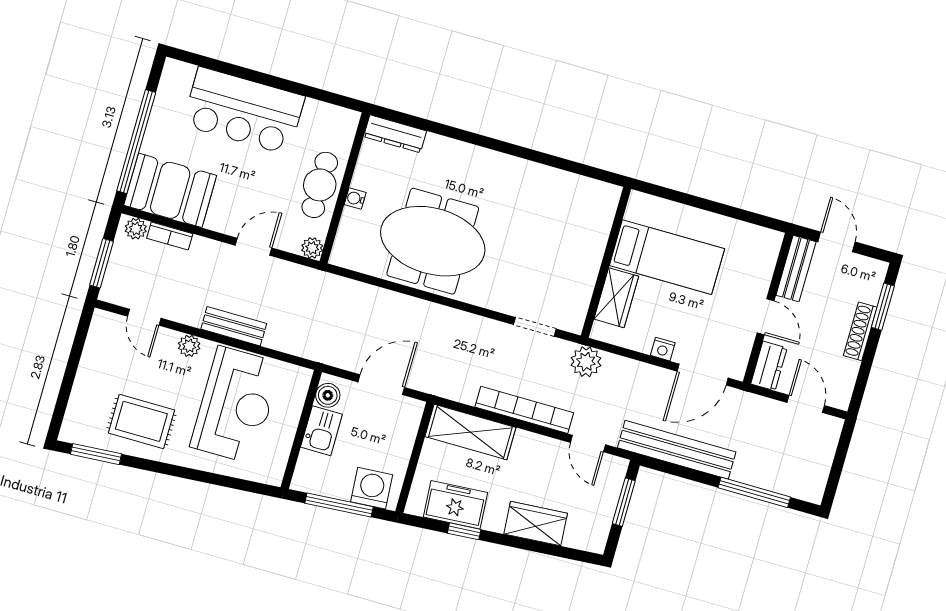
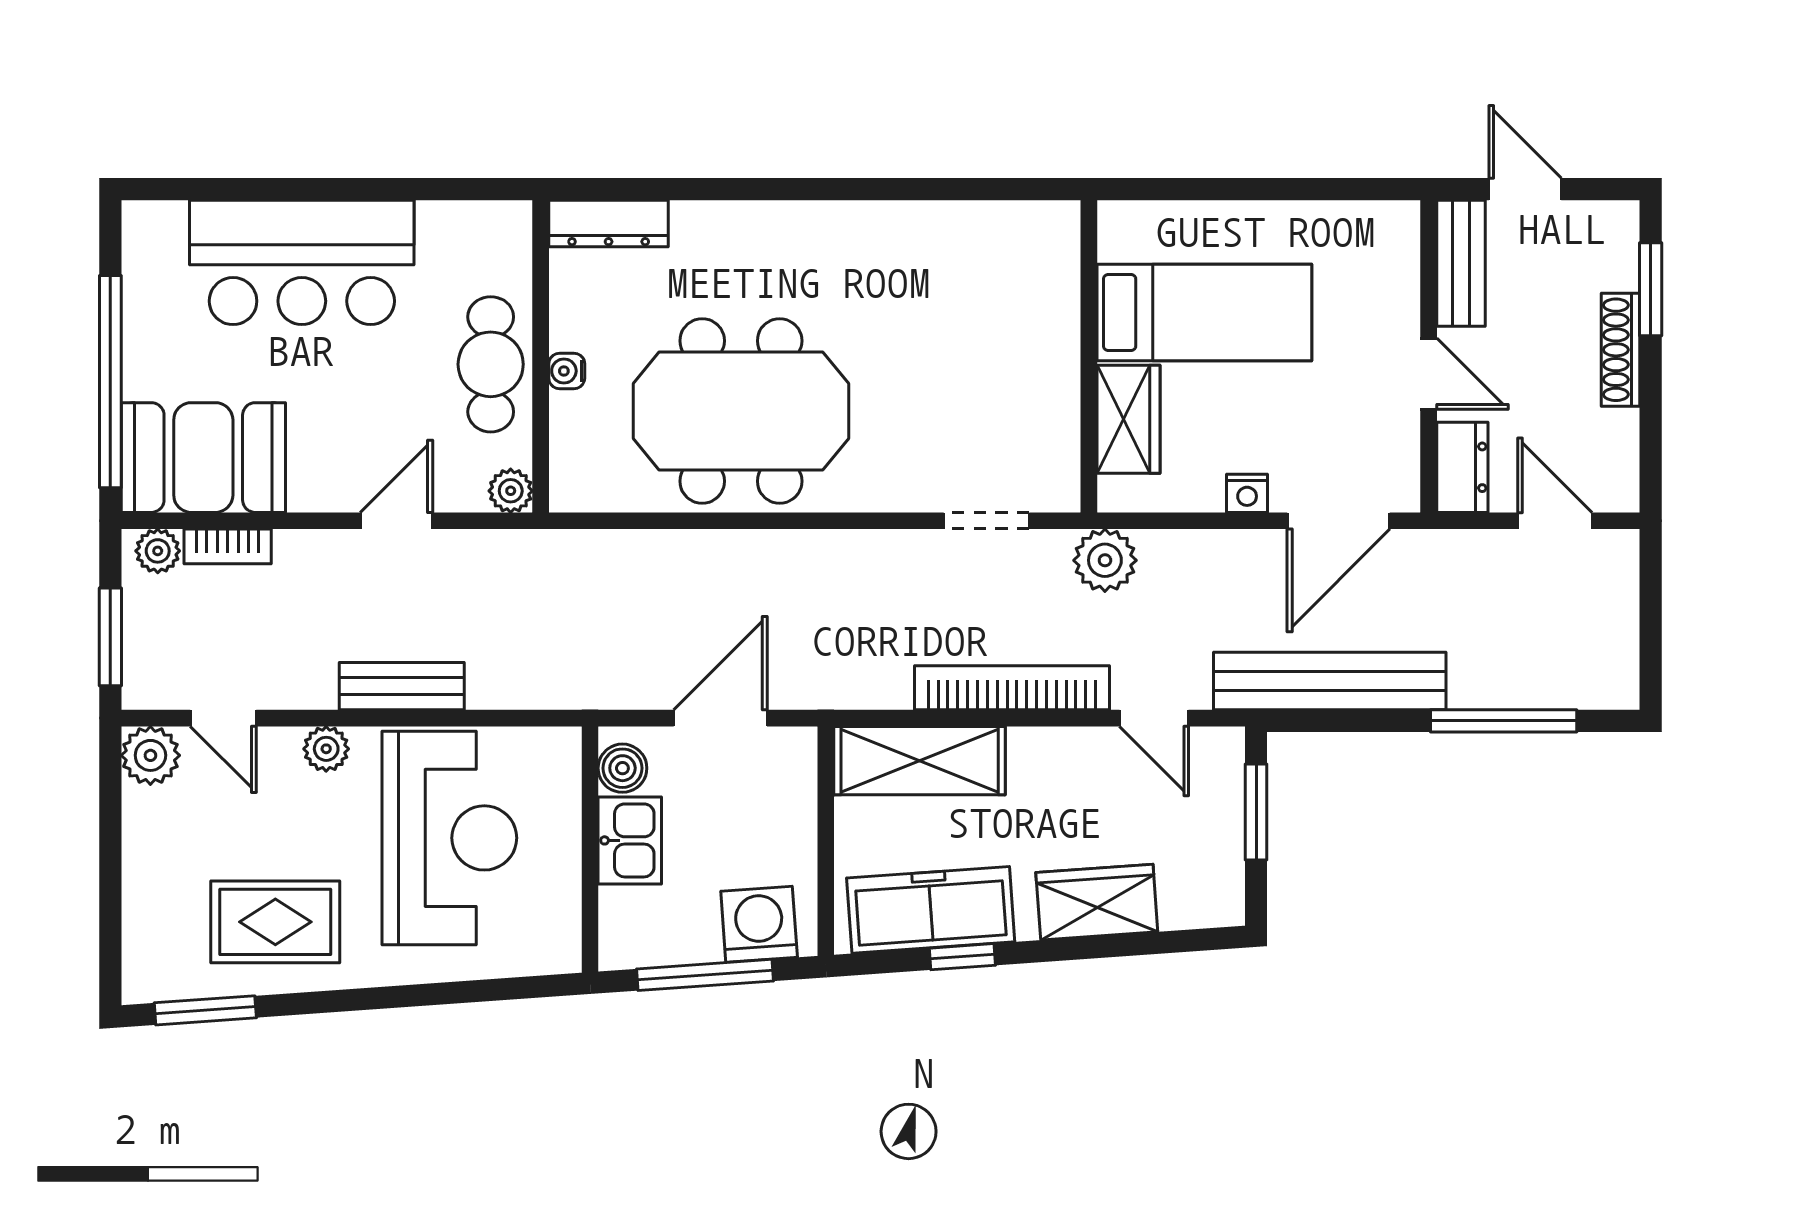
plant: (105, 325) -> (150, 755), added
freezer: (455, 505) -> (931, 910), width x1.40

